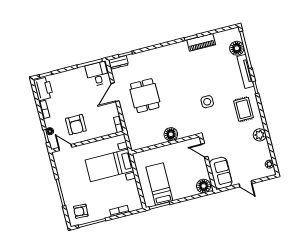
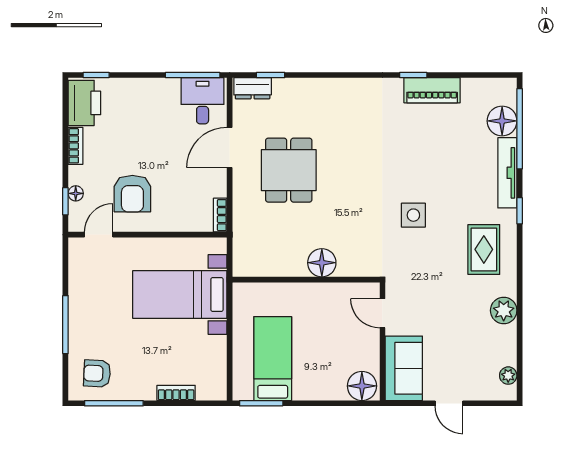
door: (65, 147) -> (99, 235), hinge flipped

